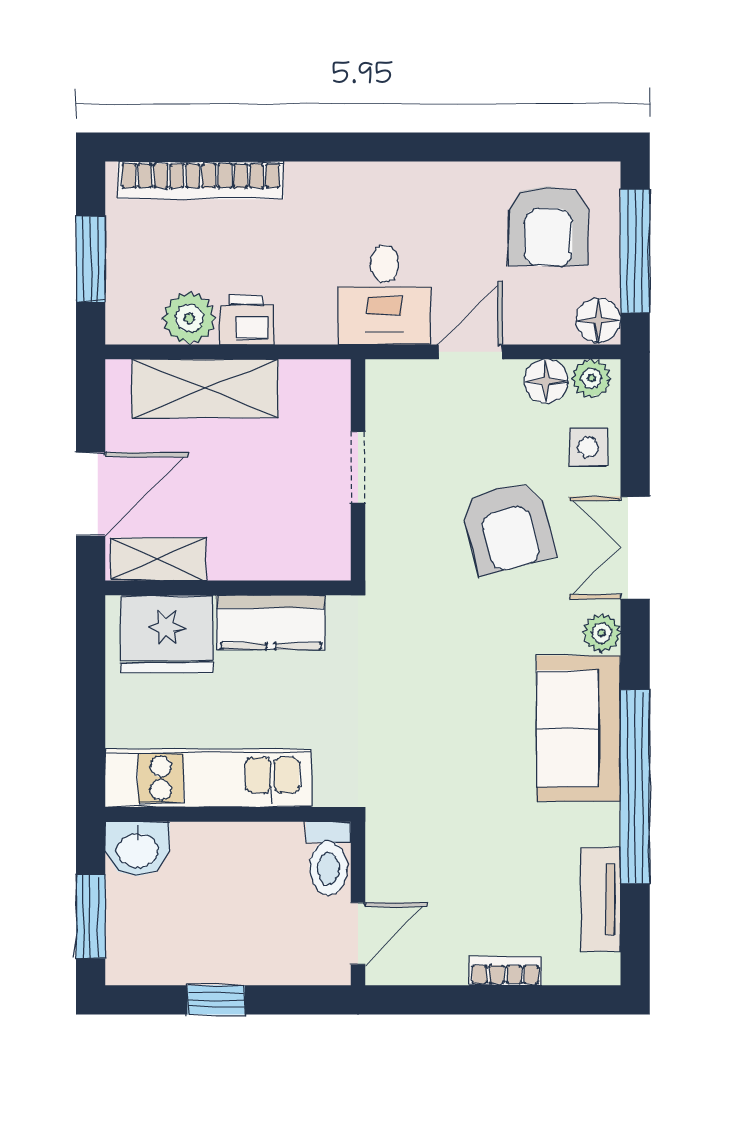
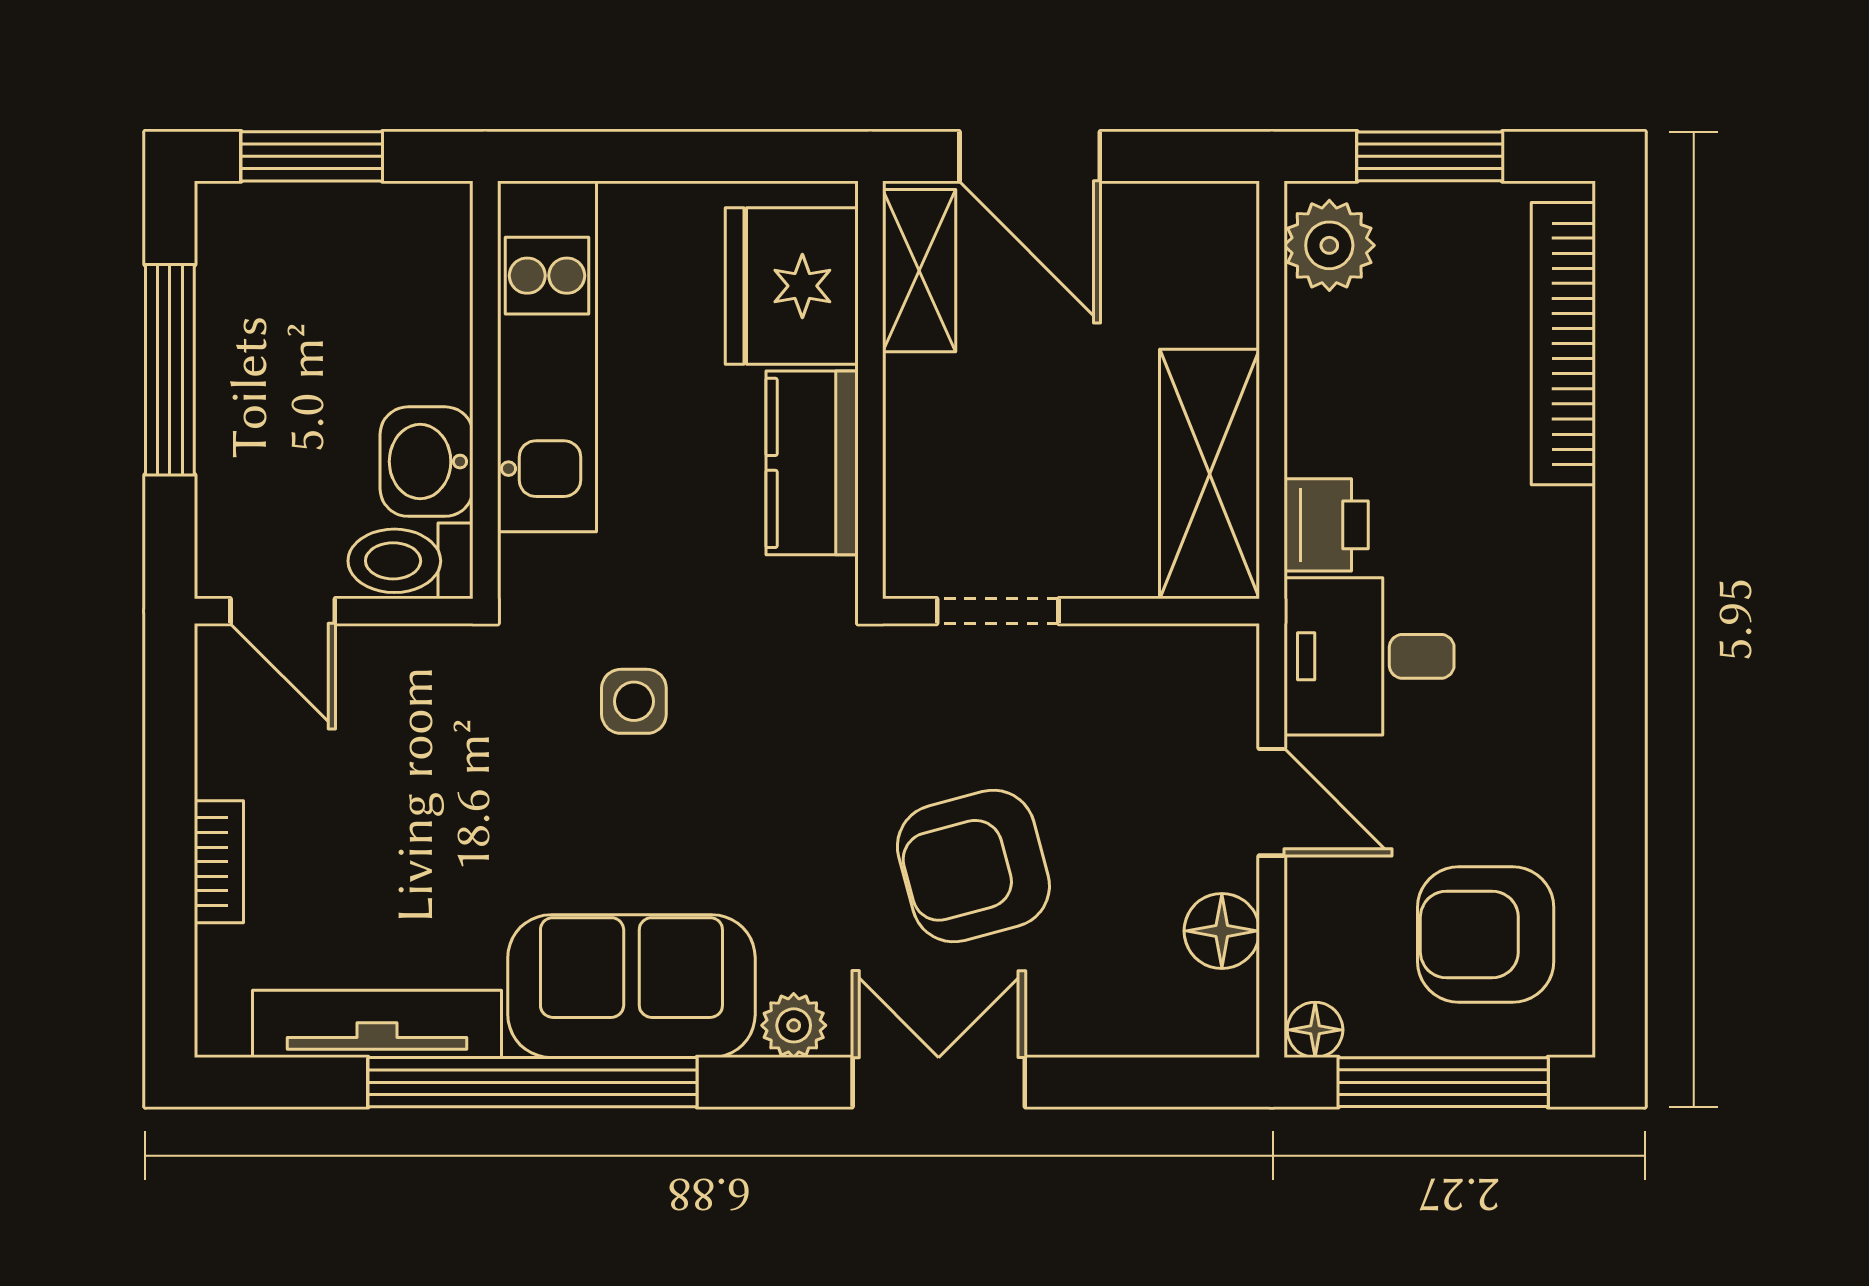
plant: (189, 318) -> (1329, 245), moved
printer: (247, 320) -> (1326, 525), moved
floor lamp: (598, 320) -> (1315, 1030), width x0.73, depth x0.73
plant: (592, 378) -> (1227, 1008), removed
shelving: (205, 388) -> (1210, 474), moved
side table: (588, 447) -> (634, 701), moved
doorway: (358, 468) -> (998, 611), moved
washbasin: (137, 849) -> (427, 462), moved
tv unit: (601, 899) -> (377, 1024), width x1.41
window: (216, 1000) -> (170, 370), width x2.17

